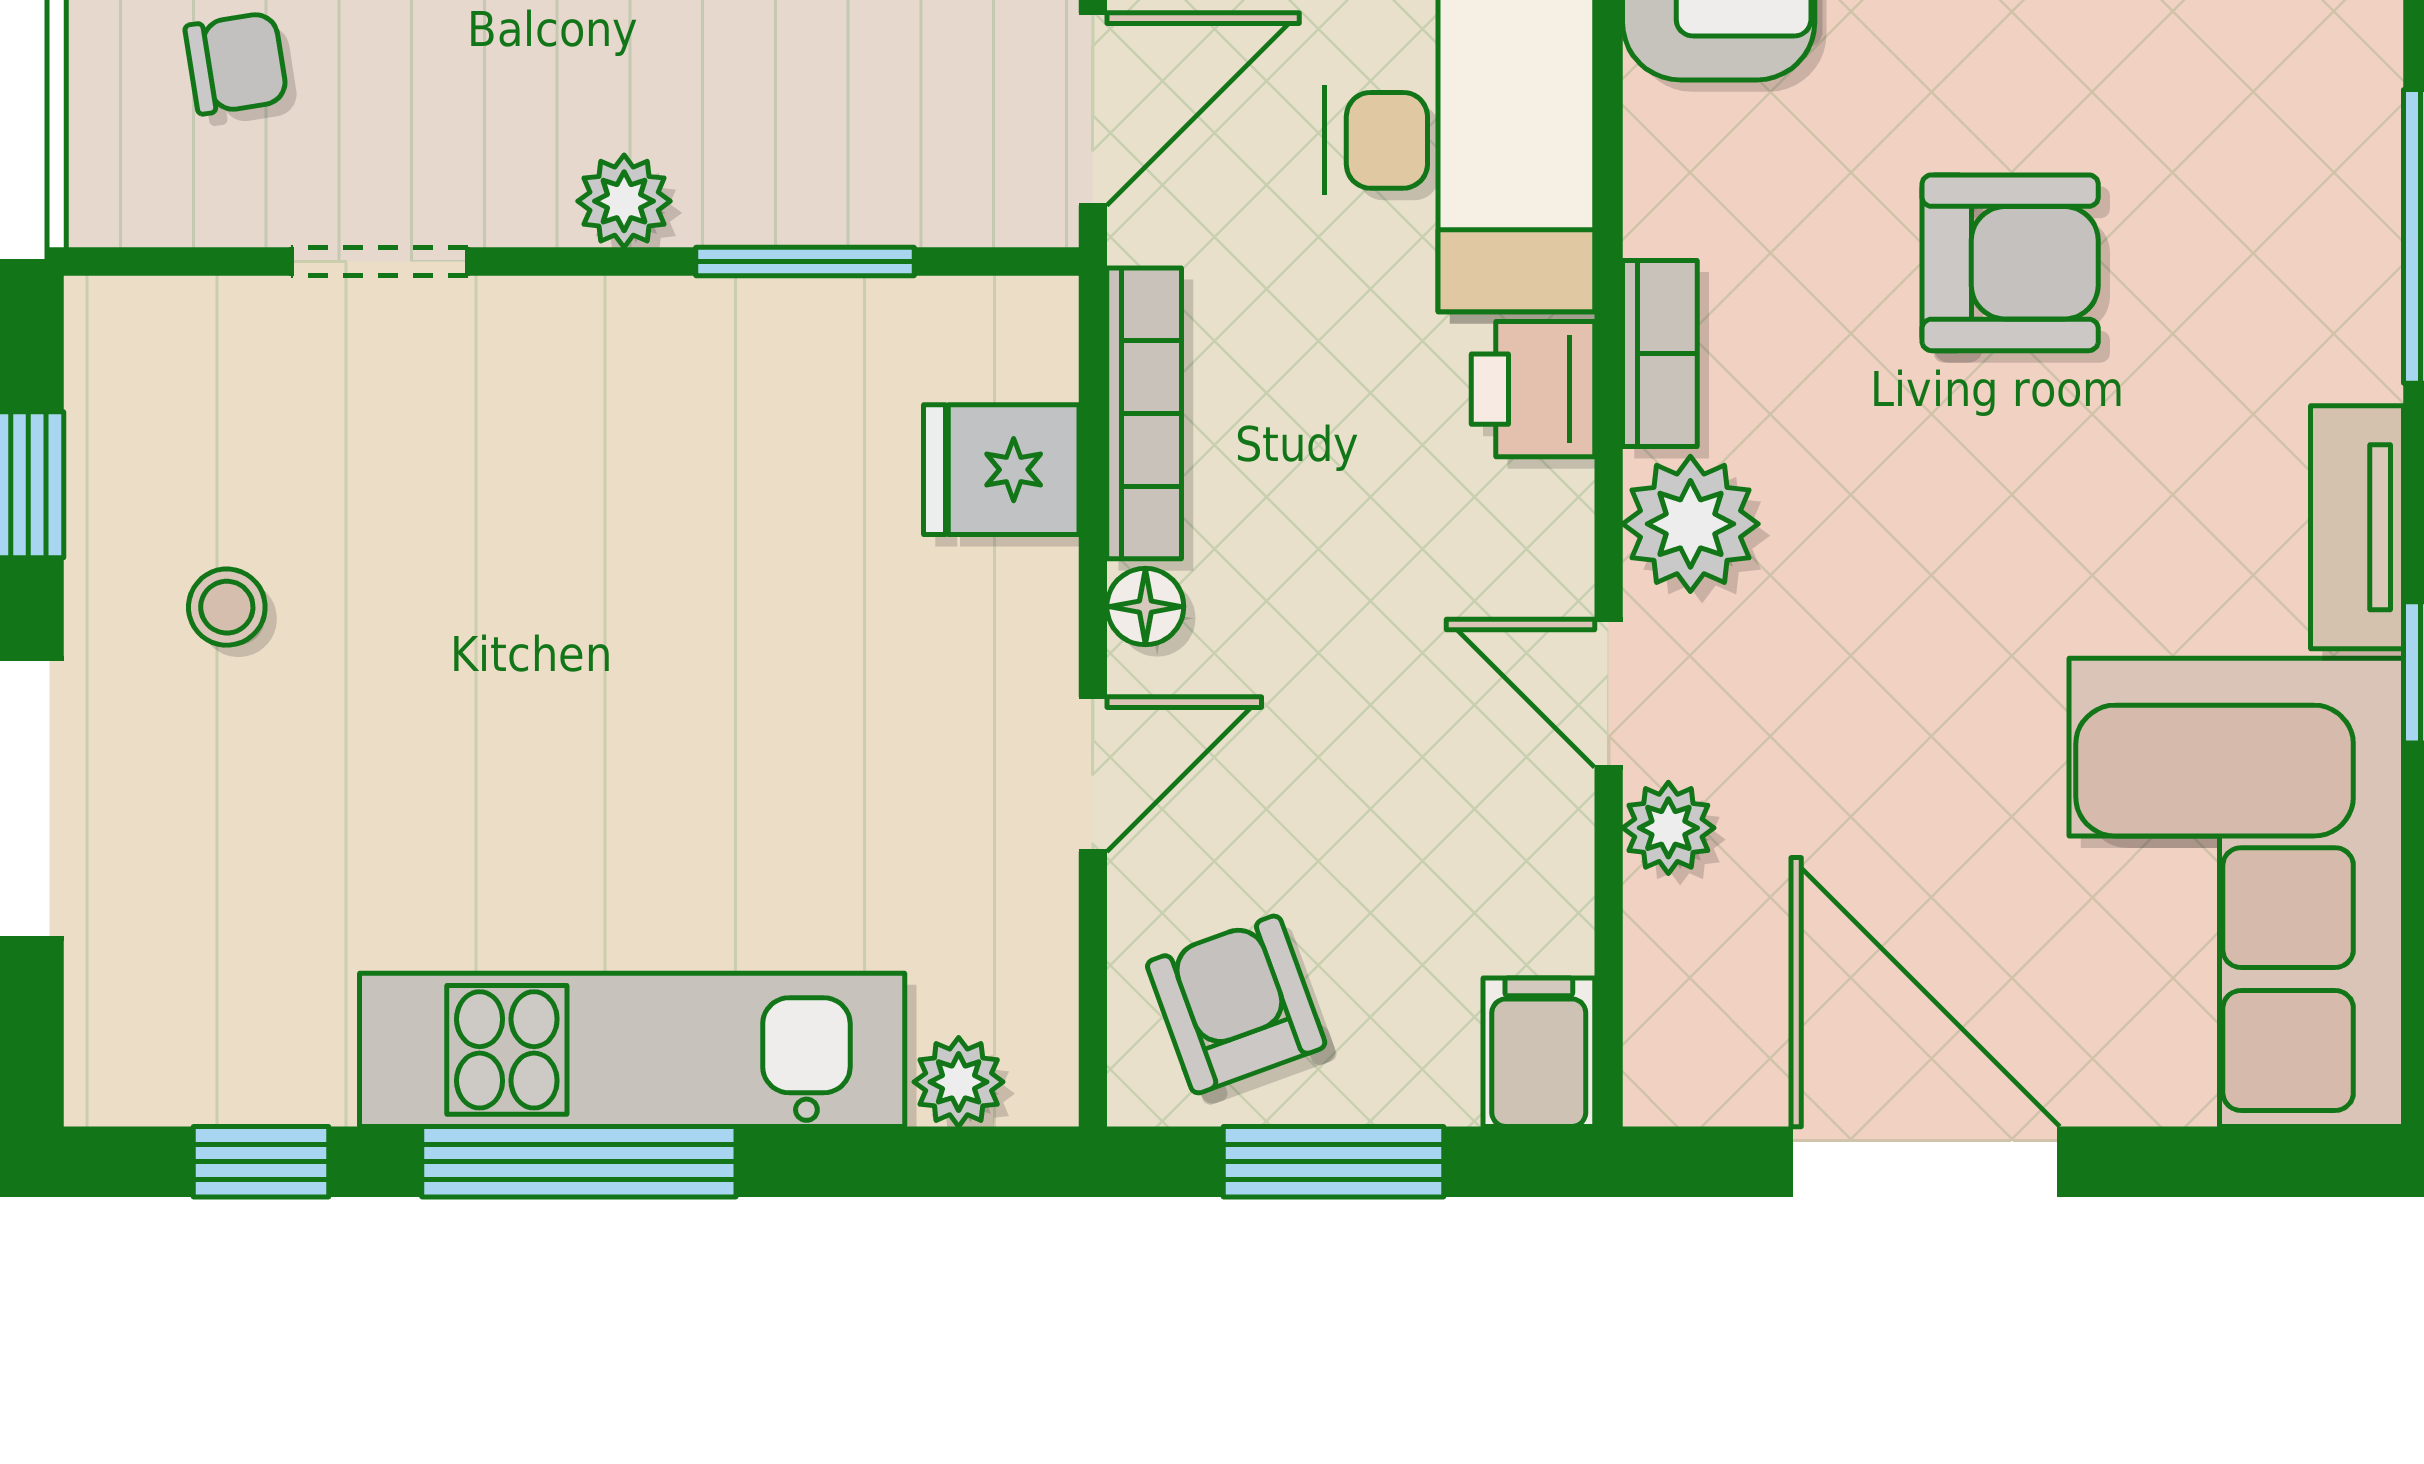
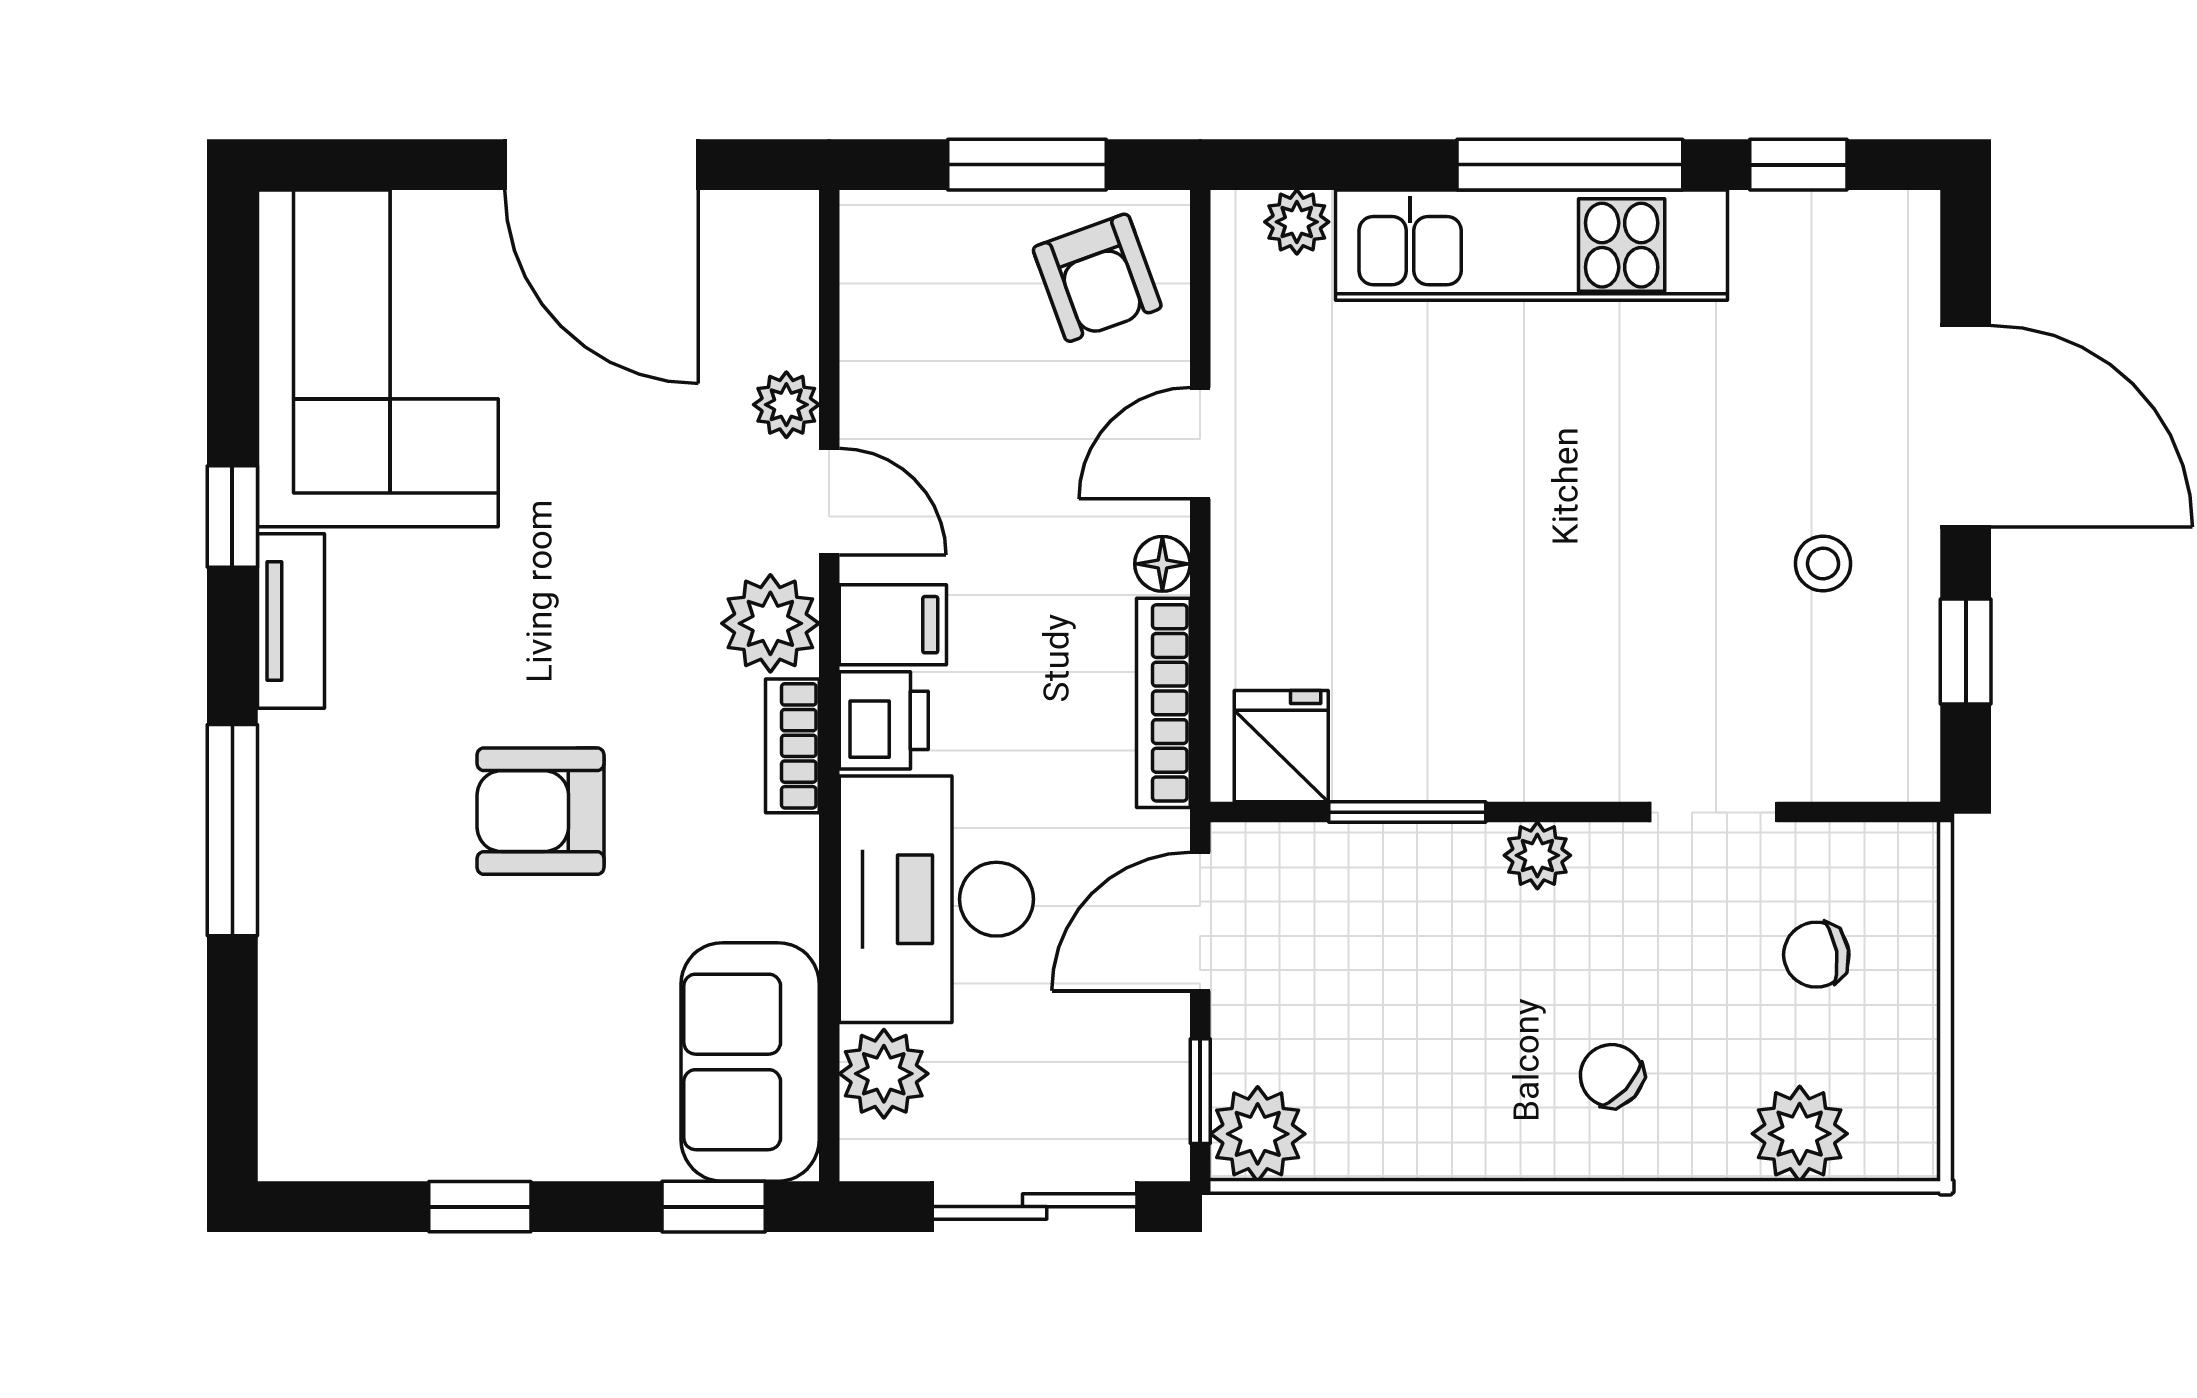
fridge: (1001, 470) -> (1281, 746), moved, turned -90
filing cabinet: (1539, 1052) -> (893, 625), moved, turned -90

